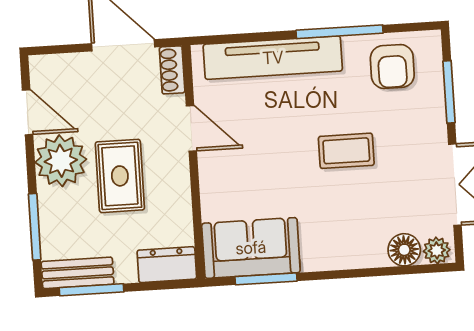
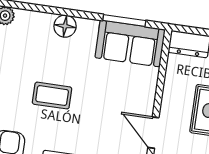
floor lamp: (404, 250) -> (65, 26), moved

